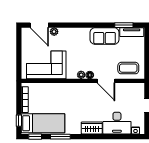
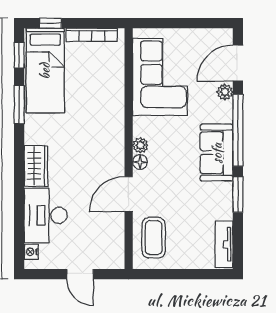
window: (74, 25) -> (238, 130), added
window: (124, 25) -> (238, 194), moved
sofa: (105, 36) -> (217, 153), moved

